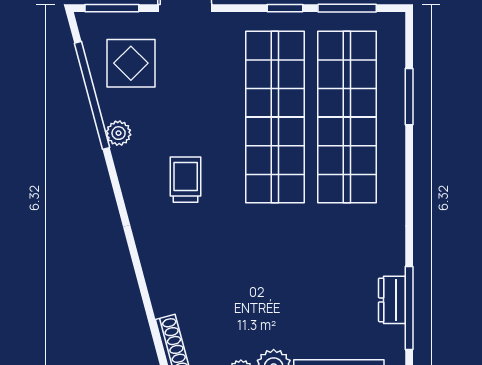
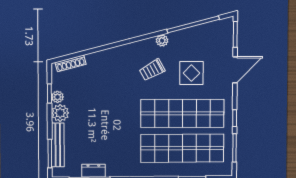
display table: (131, 63) -> (191, 73), moved
plant: (119, 133) -> (162, 41), moved
trolley: (186, 180) -> (152, 70), turned 151

